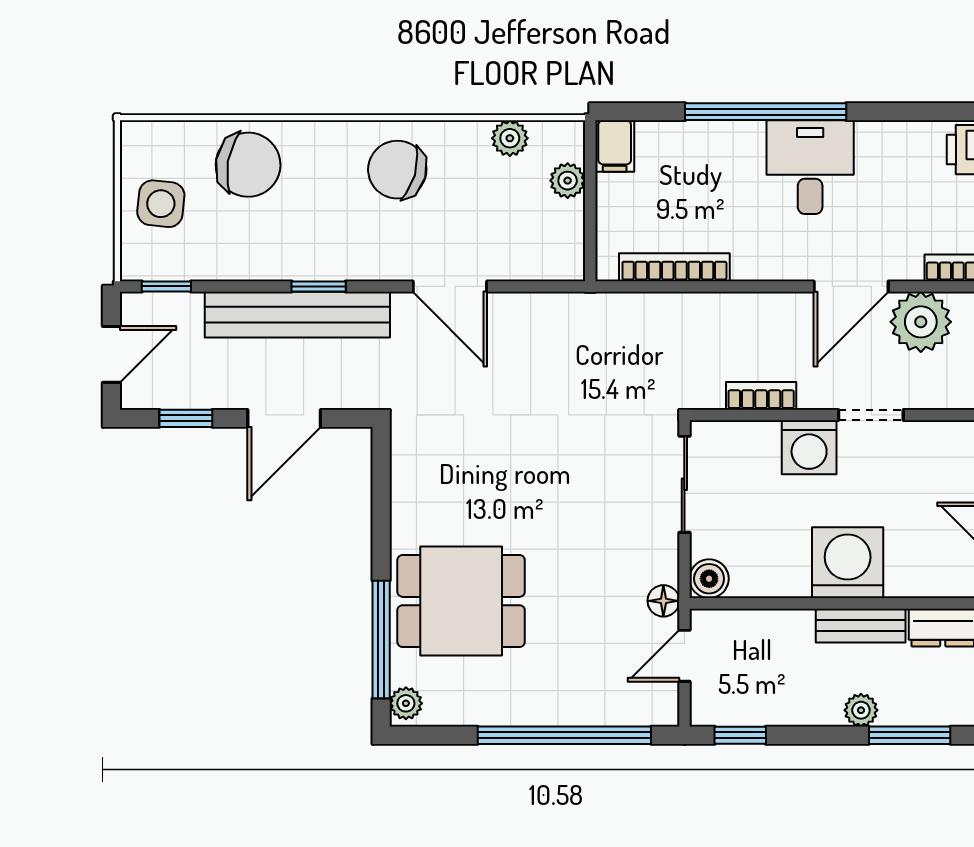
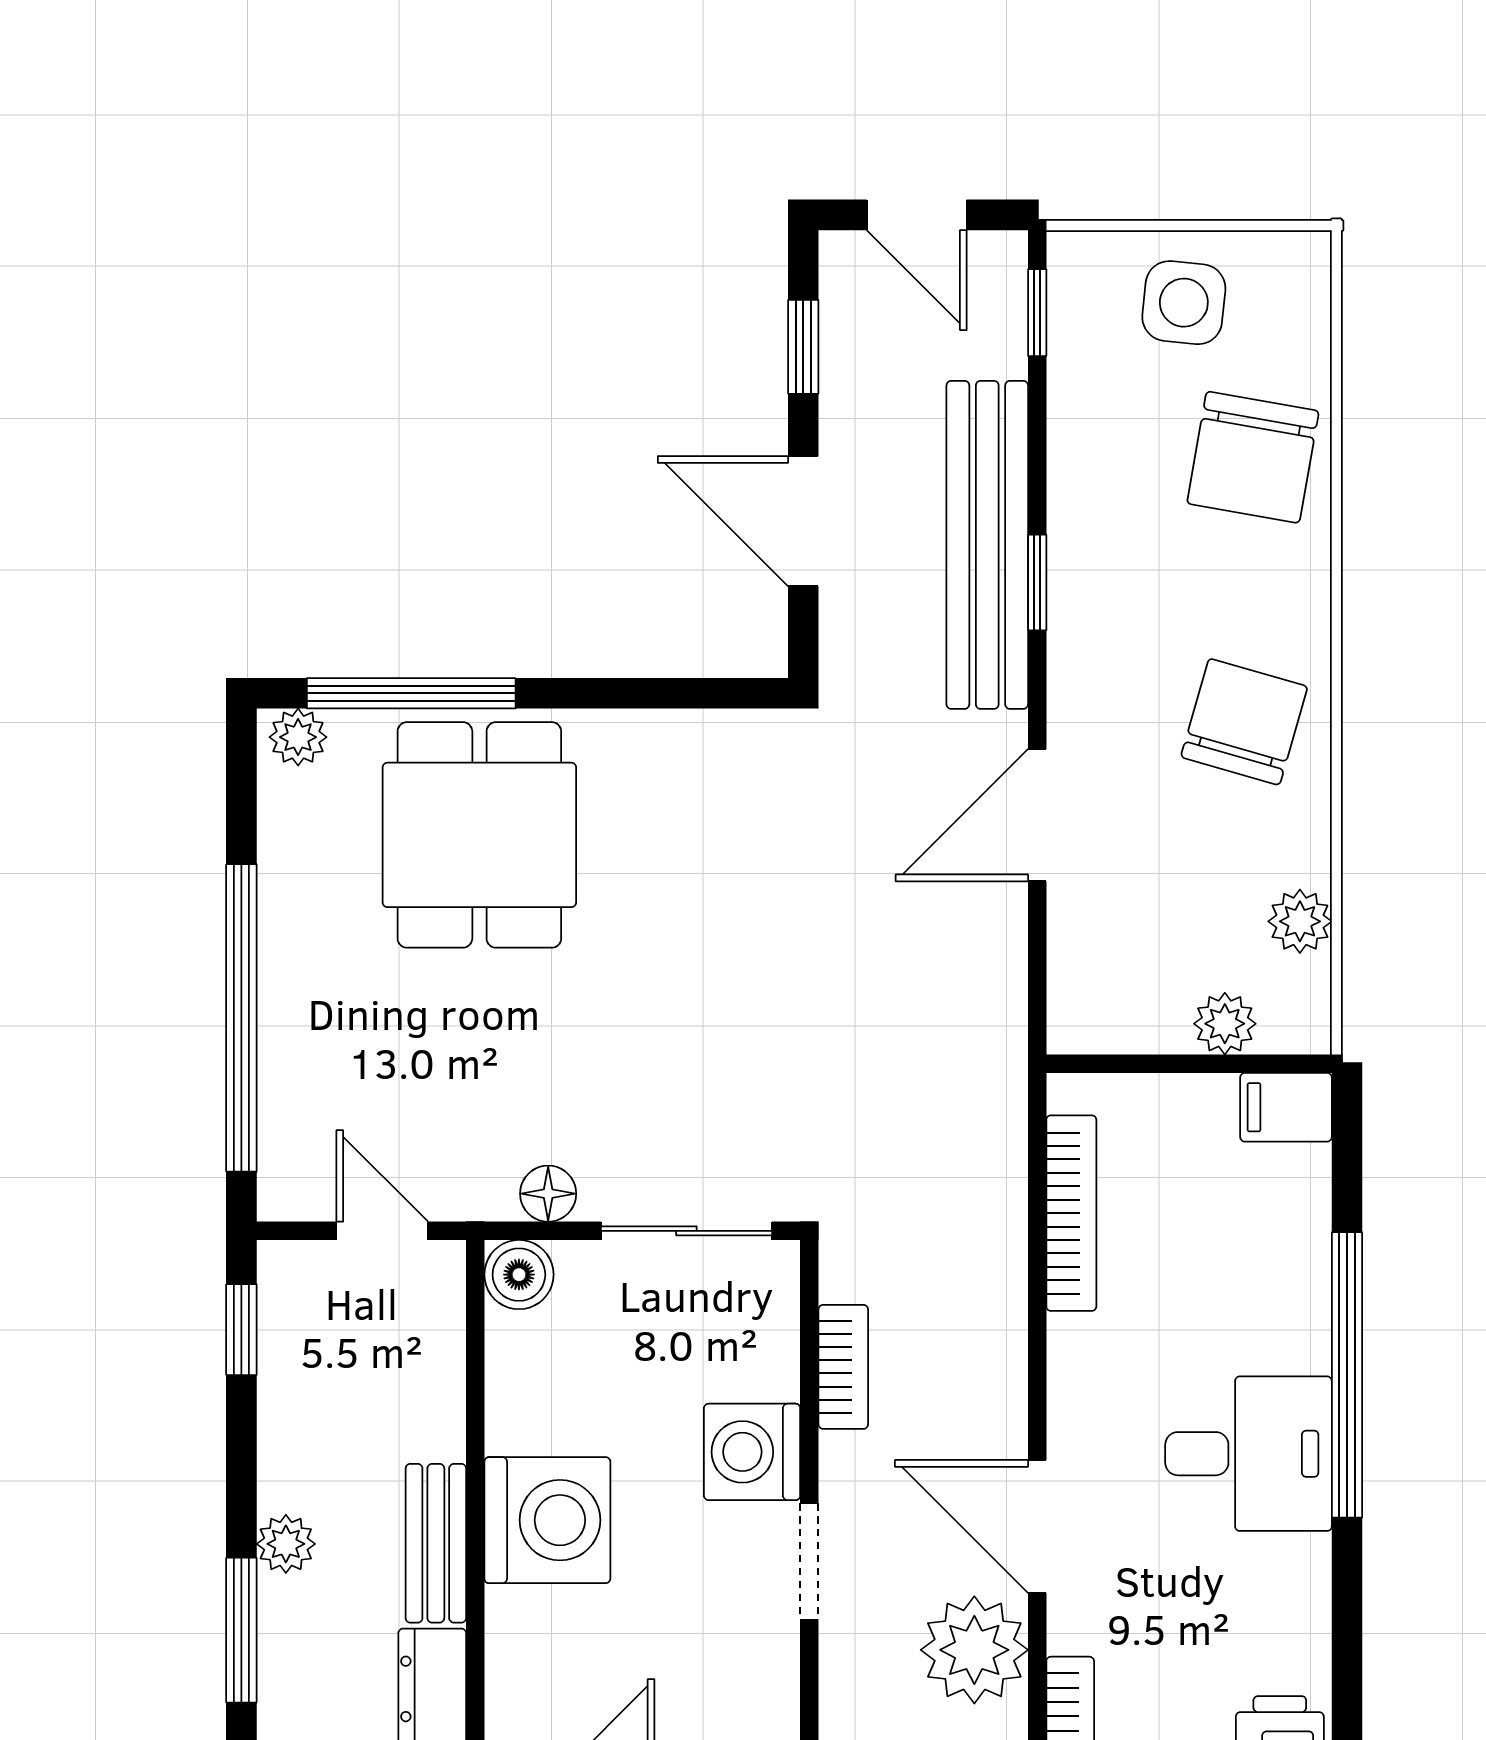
floor lamp: (663, 601) -> (548, 1194), moved

